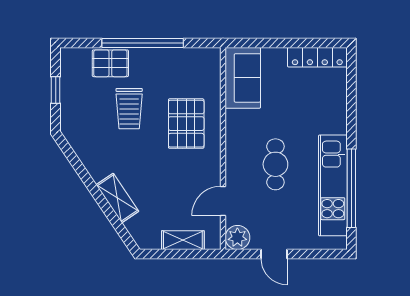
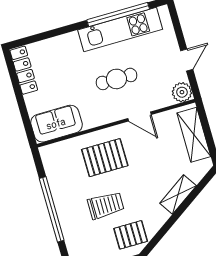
pallet: (110, 63) -> (131, 235), moved, turned 90
door: (223, 201) -> (139, 116), moved
shelving: (183, 240) -> (194, 135), width x1.50, depth x1.33

